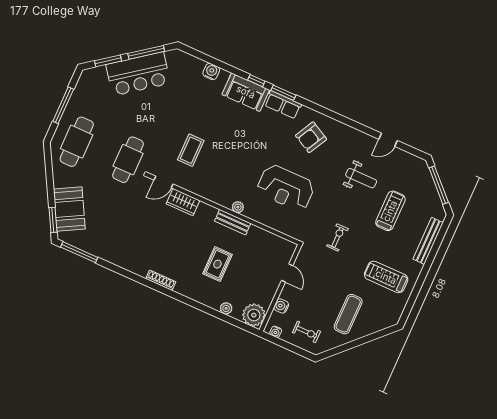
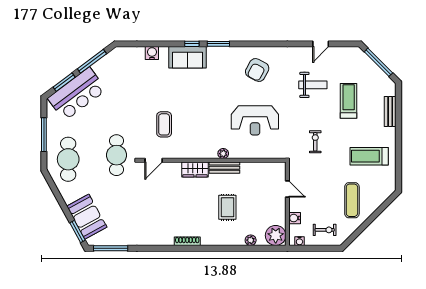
bar counter: (138, 74) -> (77, 94), moved
row of seats: (283, 105) -> (222, 54), removed
wardrobe: (183, 202) -> (195, 169), moved
bench: (428, 241) -> (390, 111), width x0.73

